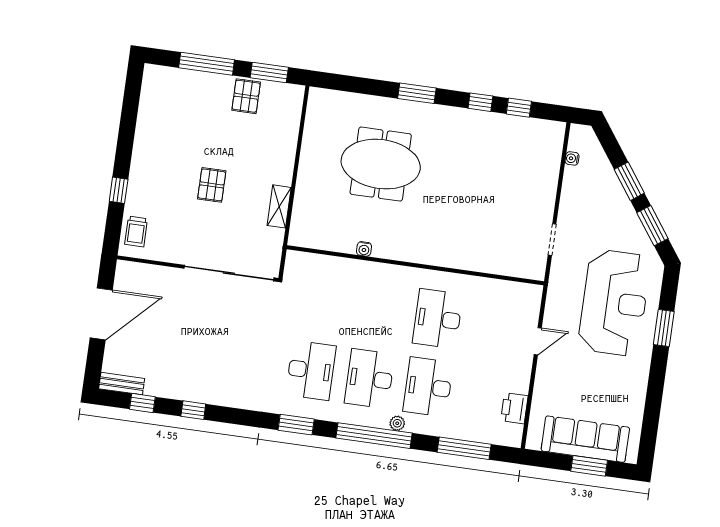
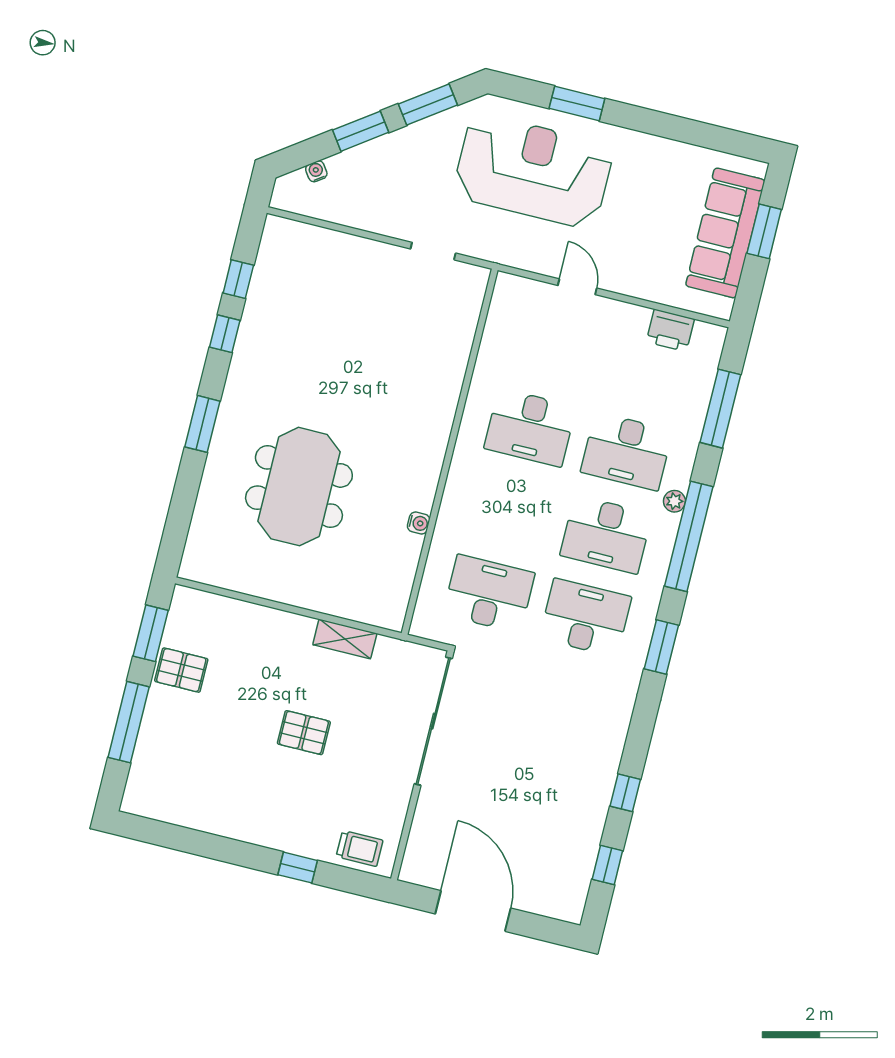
water cooler: (572, 158) -> (316, 171), moved, turned 144
desk: (320, 302) -> (489, 594), added
bench: (122, 384) -> (576, 892), removed

